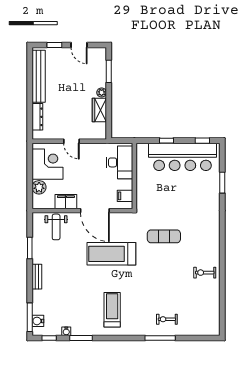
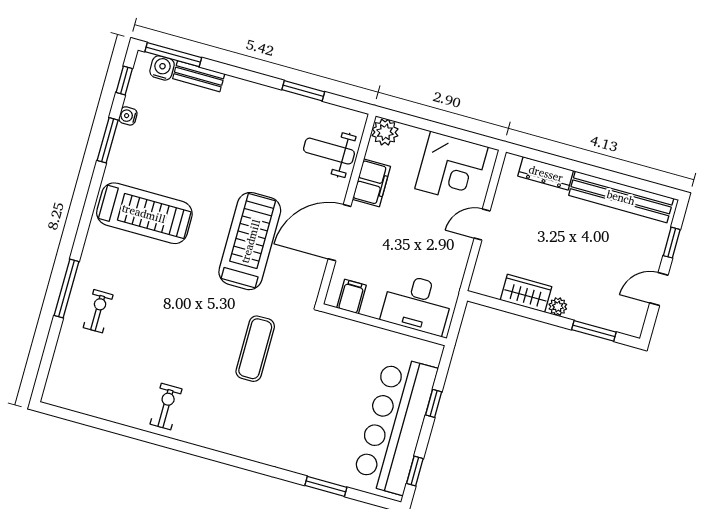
plant: (39, 187) -> (385, 132), moved
bench: (37, 277) -> (199, 76), moved
treadmill: (112, 310) -> (144, 213), width x1.37, depth x1.38

